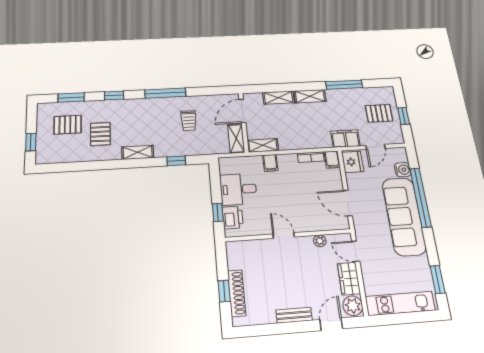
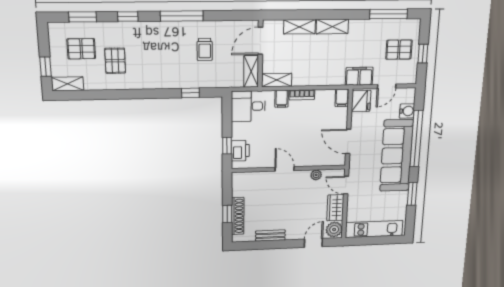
window: (344, 85) -> (389, 14), moved
shelving: (138, 152) -> (68, 84), moved
bookcase: (311, 157) -> (302, 95), moved
desk: (238, 189) -> (248, 106), moved
window: (438, 280) -> (412, 194), moved
bench: (294, 315) -> (270, 236), moved

